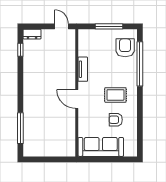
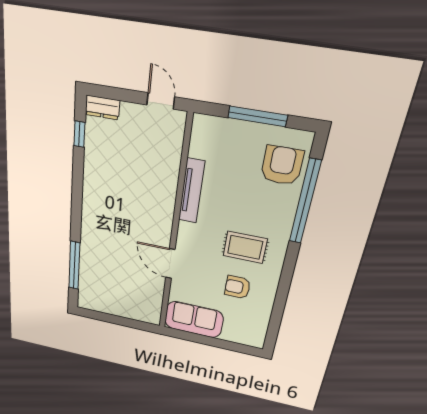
tv unit: (83, 69) -> (192, 191), width x1.41
door: (77, 99) -> (170, 264), moved
sofa: (101, 147) -> (194, 320), width x0.73

